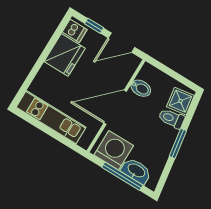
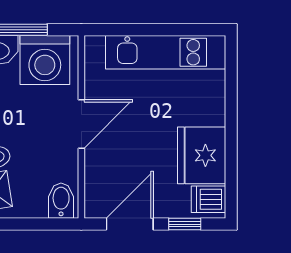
bidet: (141, 88) -> (61, 201), moved, turned 90
door: (115, 107) -> (81, 124), width x0.73

